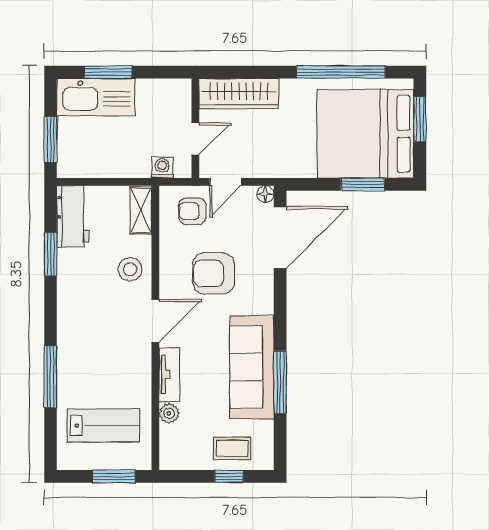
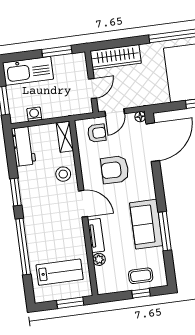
window: (108, 72) -> (57, 51), moved
washing machine: (162, 167) -> (34, 114), moved
armchair: (192, 211) -> (97, 133), turned 180
window: (51, 254) -> (16, 192), moved
door: (155, 321) -> (83, 204), hinge flipped
sofa: (252, 367) -> (146, 224), width x0.73
window: (51, 377) -> (23, 247), width x1.46

